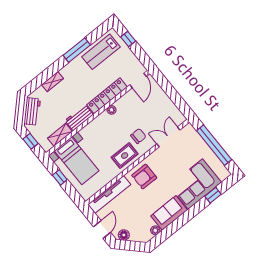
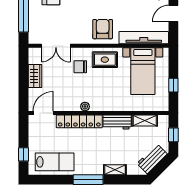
window: (77, 50) -> (88, 180), moved
wardrobe: (166, 103) -> (35, 76), added
bed with nightstands: (77, 161) -> (143, 71), moved, turned 180
armchair: (144, 177) -> (103, 29), turned -90

